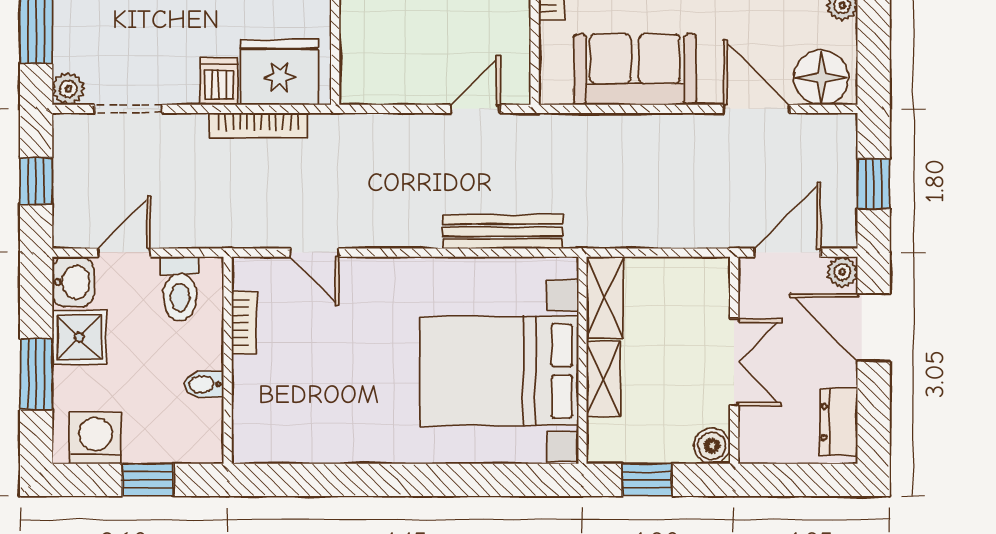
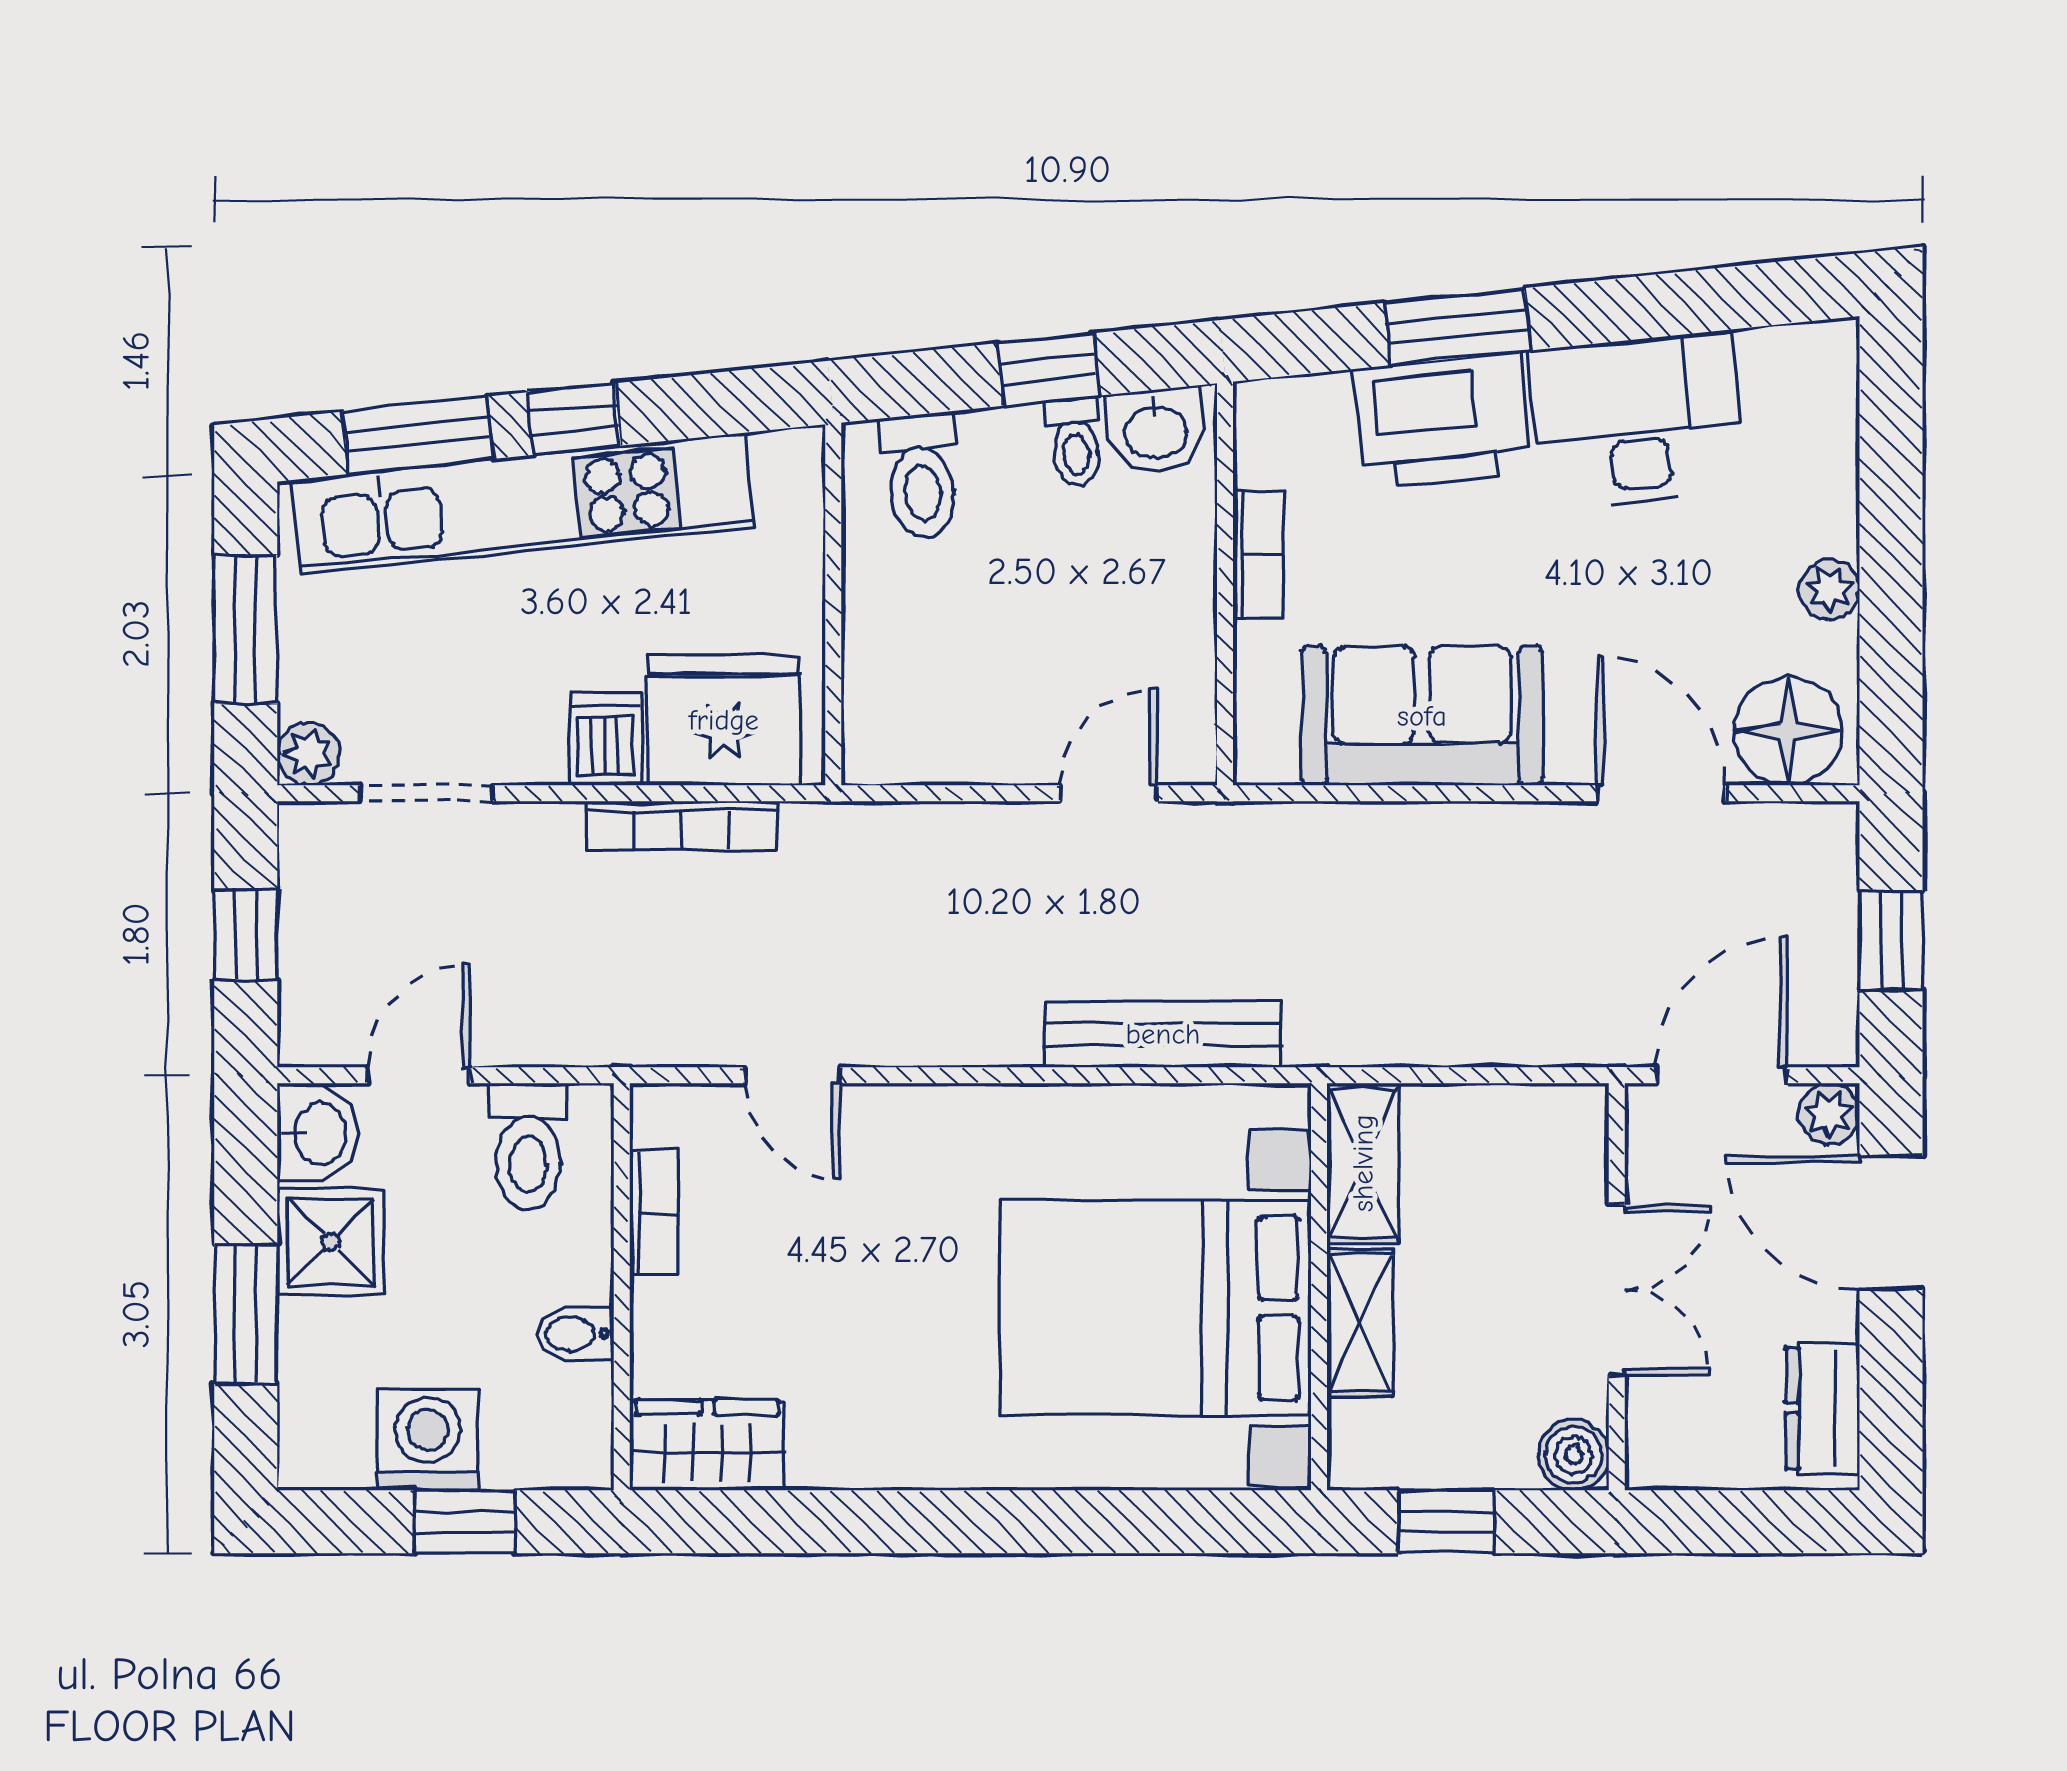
washing machine: (96, 438) -> (428, 1440), moved
wardrobe: (271, 441) -> (707, 1445), added

